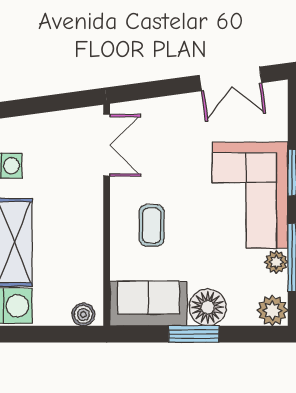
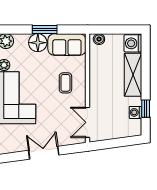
double door: (231, 79) -> (44, 153), moved

